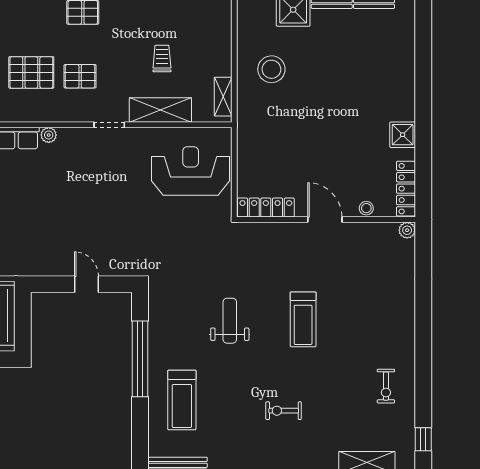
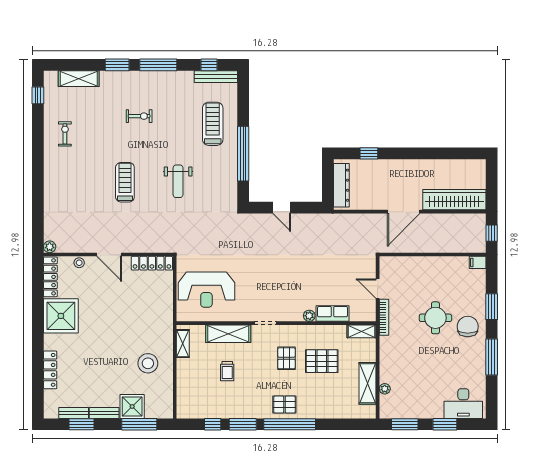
locker: (406, 60) -> (50, 370), added
pallet: (80, 76) -> (286, 358), turned 90
shower: (403, 135) -> (61, 316), width x1.86, depth x1.86

